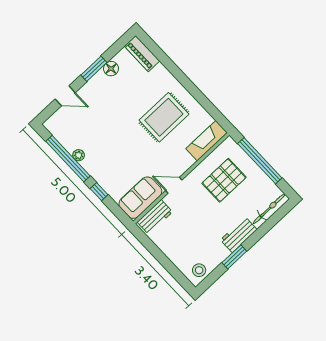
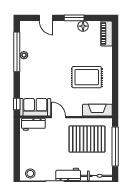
pallet: (224, 180) -> (87, 139), width x1.37, depth x1.41
window: (99, 192) -> (17, 104), moved

